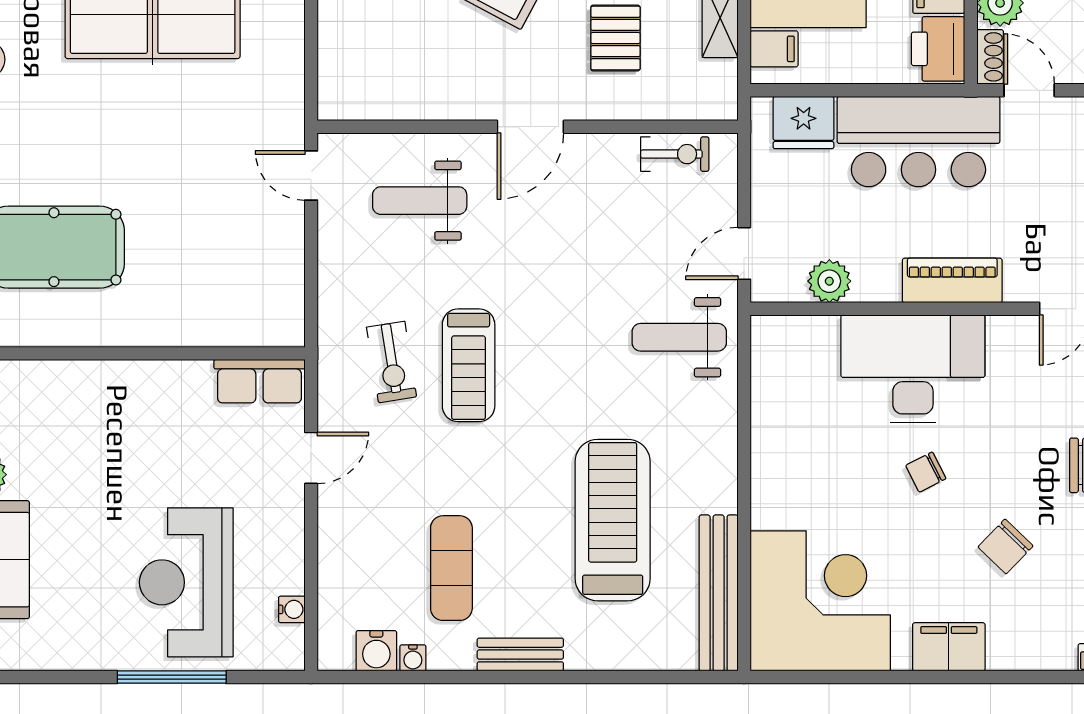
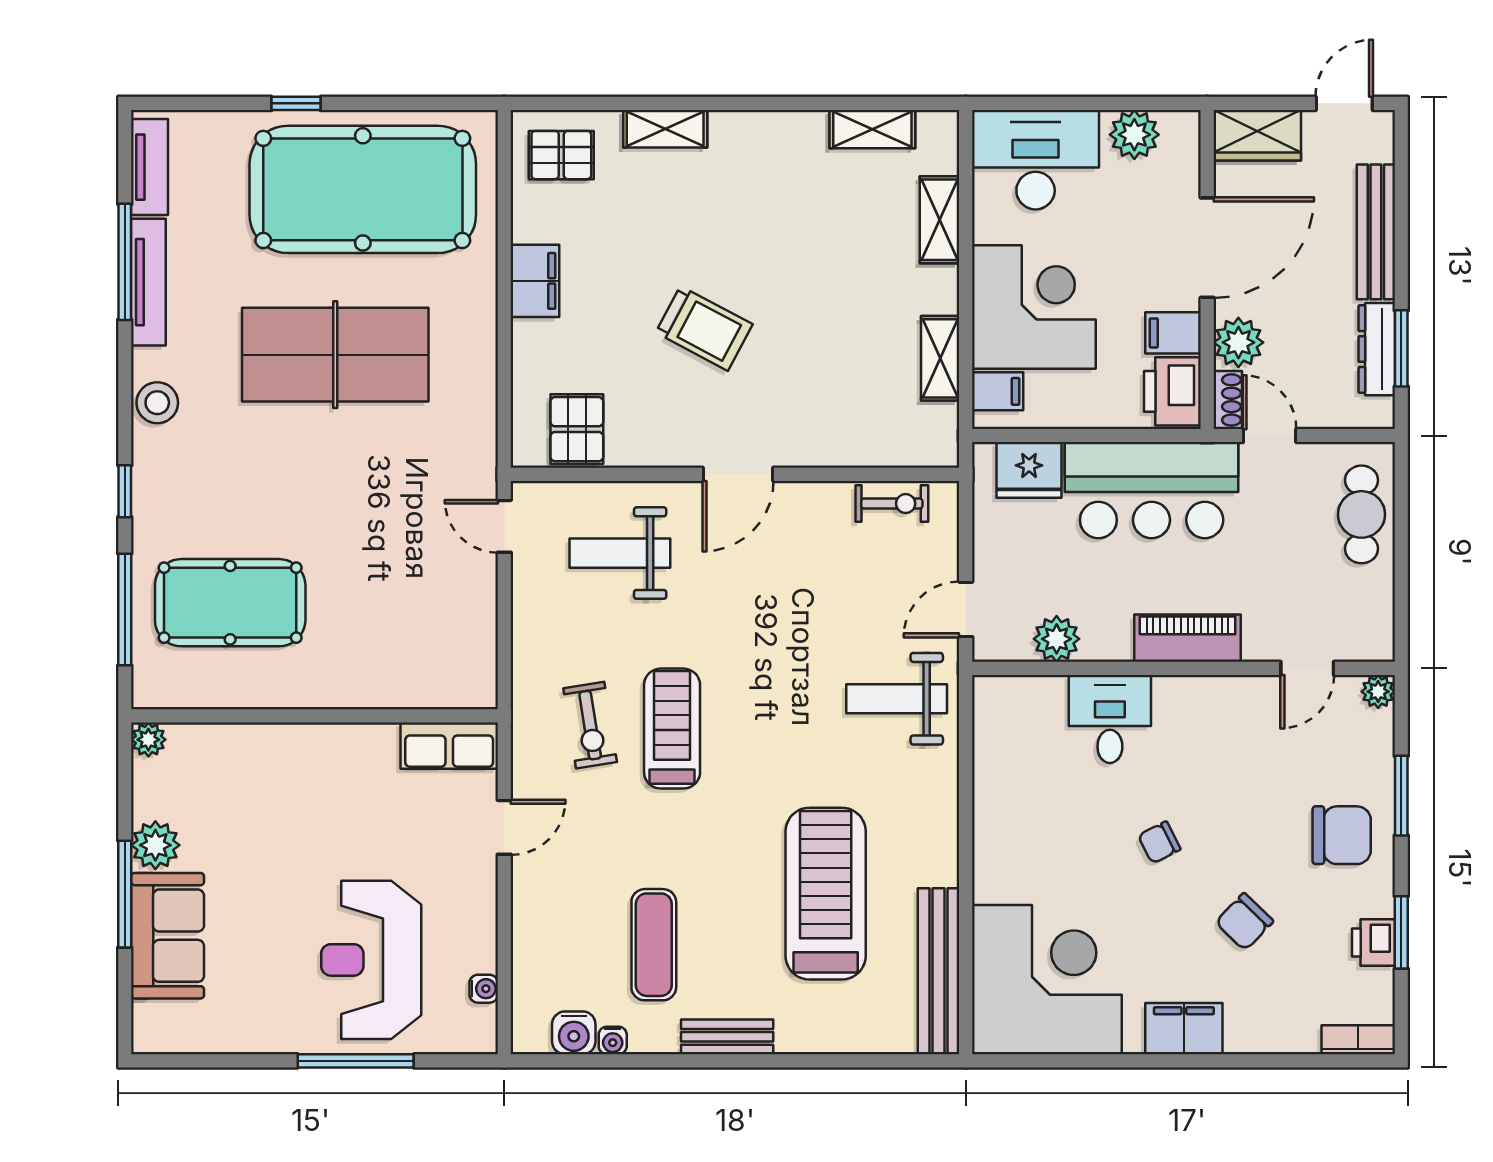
pallet: (615, 38) -> (577, 429), moved
treadmill: (469, 365) -> (672, 729), turned 180
desk: (913, 369) -> (1110, 719), width x0.53, depth x0.77

